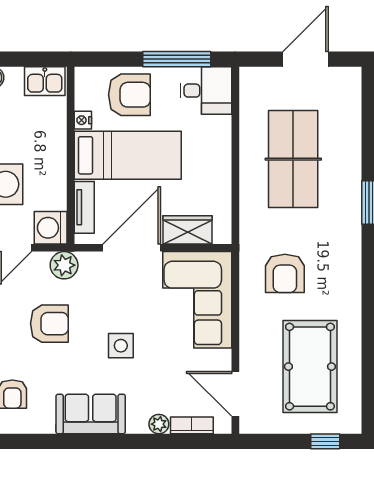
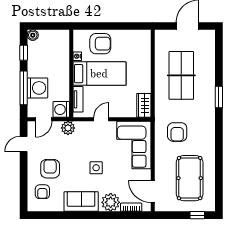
window: (177, 59) -> (124, 26), removed
kitchen sink: (45, 81) -> (58, 37), removed
desk: (206, 91) -> (138, 42), removed
wardrobe: (187, 230) -> (144, 105), moved, turned -90
door: (132, 248) -> (101, 119), width x0.53
armchair: (49, 324) -> (50, 169), moved, turned -90
plant: (159, 424) -> (111, 202), width x1.87, depth x1.87

